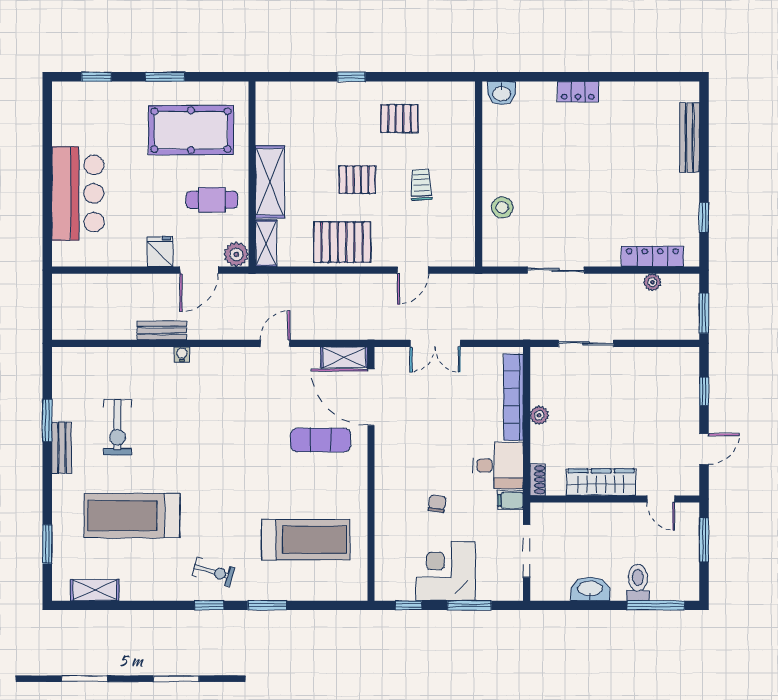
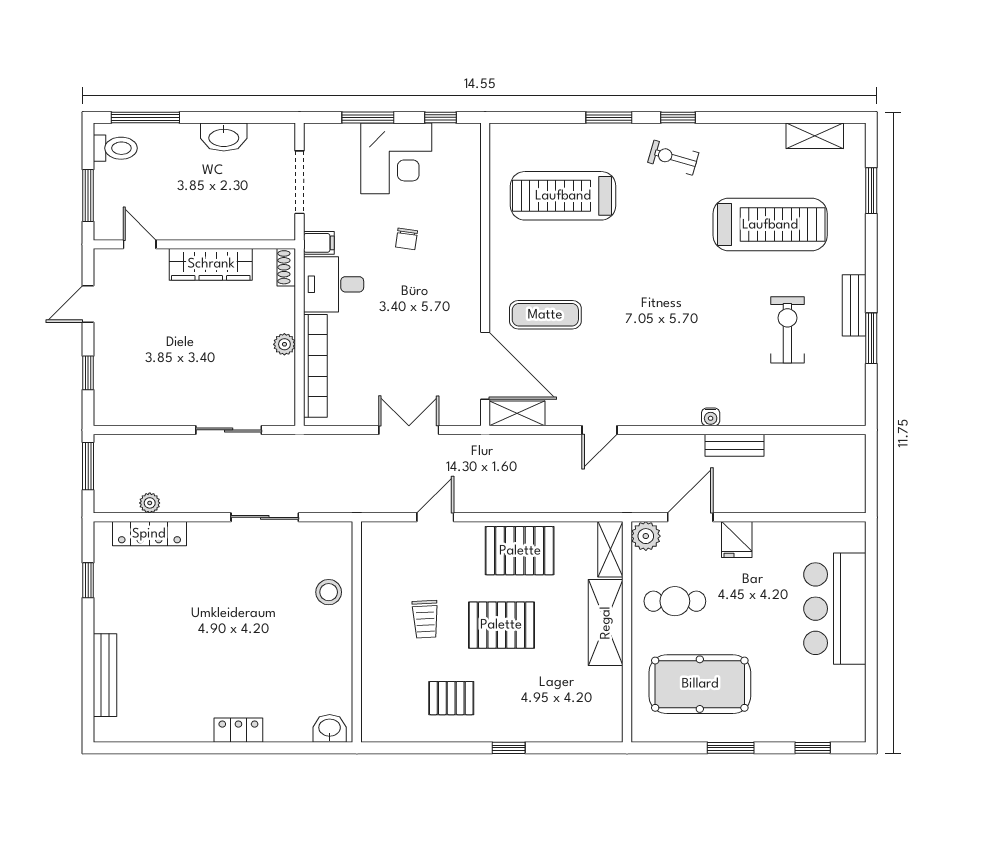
pallet: (357, 180) -> (501, 625), width x1.50, depth x1.42
toilet: (638, 582) -> (115, 148), moved, turned -90

